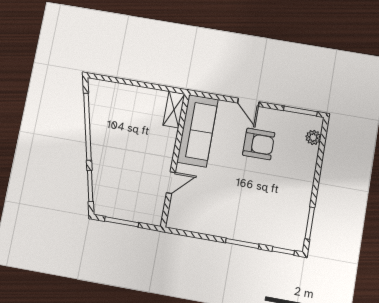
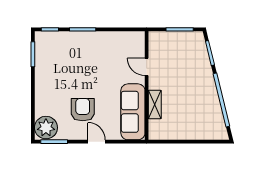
shelving: (174, 110) -> (155, 104), moved
plant: (313, 137) -> (46, 128), width x1.88, depth x1.88
armchair: (259, 144) -> (83, 110), turned 90
door: (171, 183) -> (147, 67), hinge flipped

